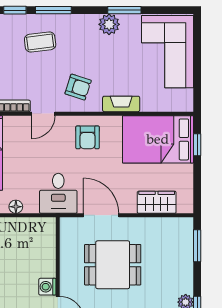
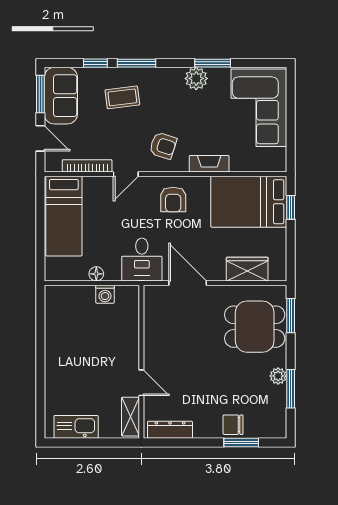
dining table: (113, 265) -> (255, 327), moved
washing machine: (47, 287) -> (105, 294), moved, turned -90

